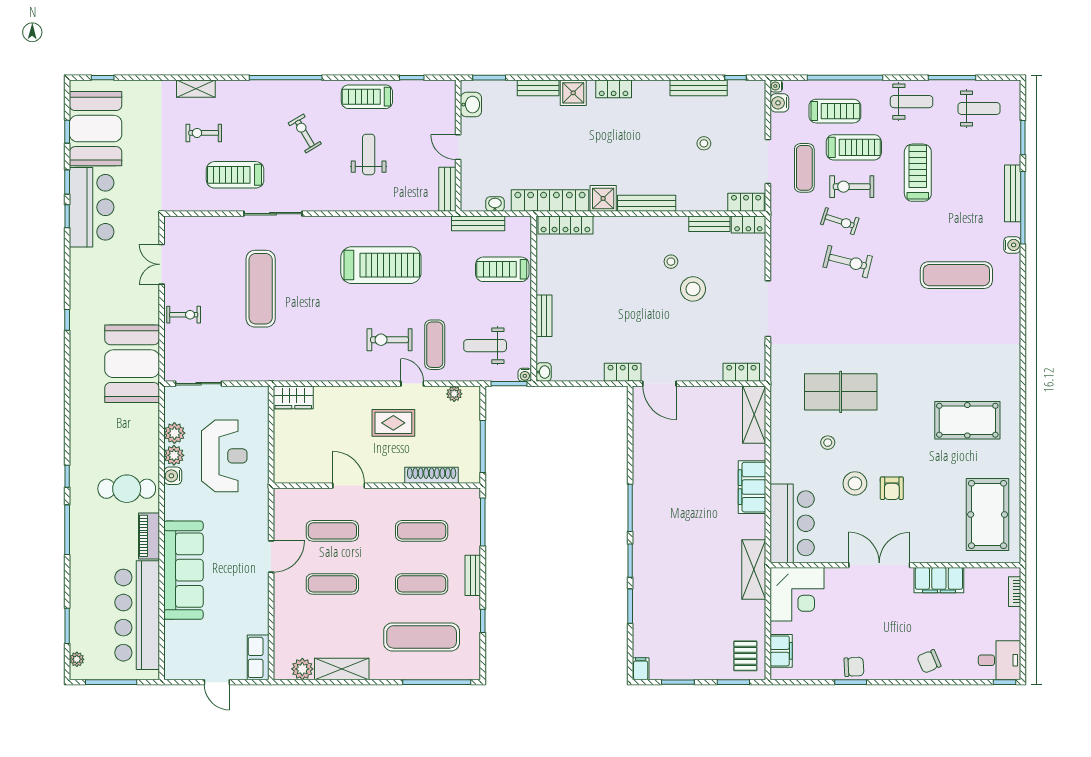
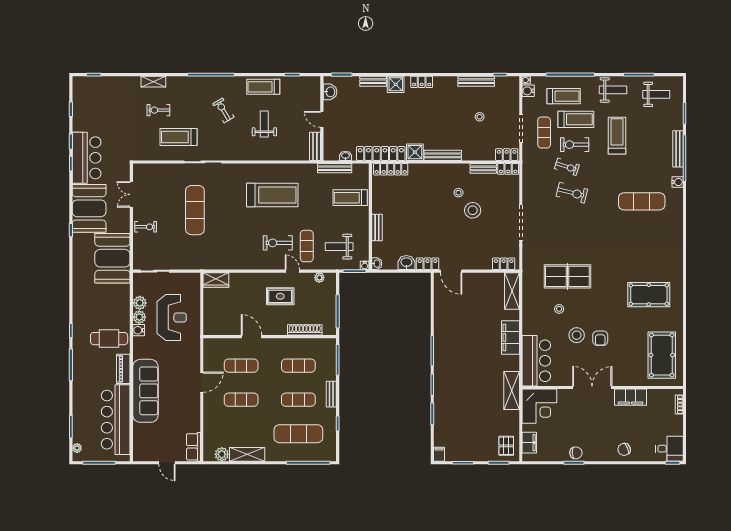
booth: (96, 129) -> (89, 208), moved
washbasin: (590, 370) -> (406, 263), added

